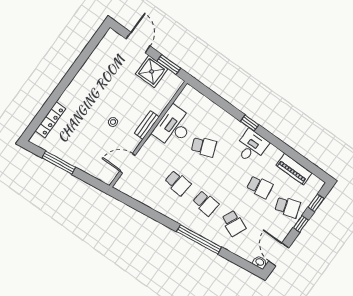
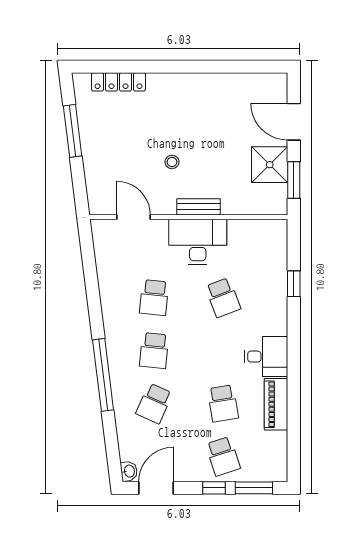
door: (138, 42) -> (294, 122), swing flipped
window: (250, 123) -> (294, 284), moved
desk: (173, 127) -> (198, 242), moved
piano: (294, 169) -> (276, 404), moved
window: (316, 203) -> (254, 488), width x1.50

